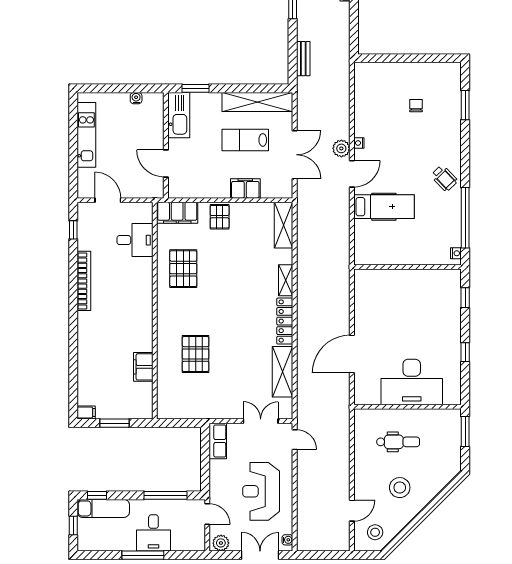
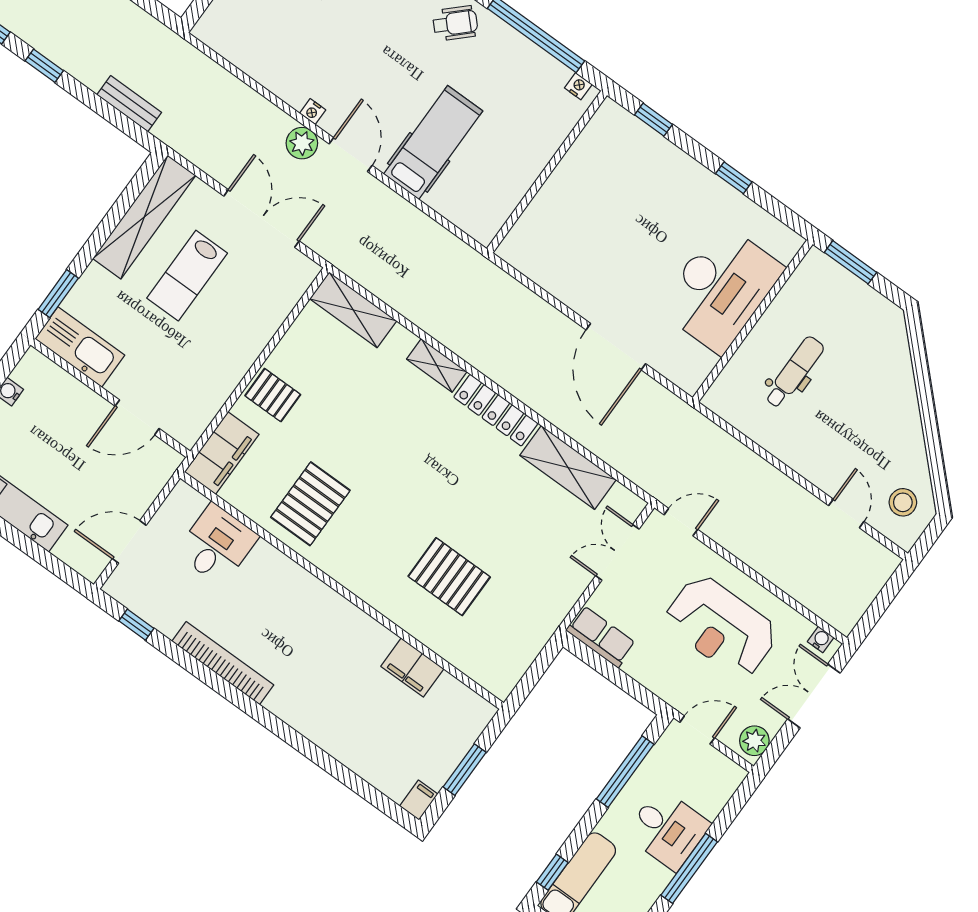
filing cabinet: (245, 188) -> (258, 327), removed
pallet: (183, 269) -> (310, 504), turned 90
stool: (400, 488) -> (863, 418), removed

